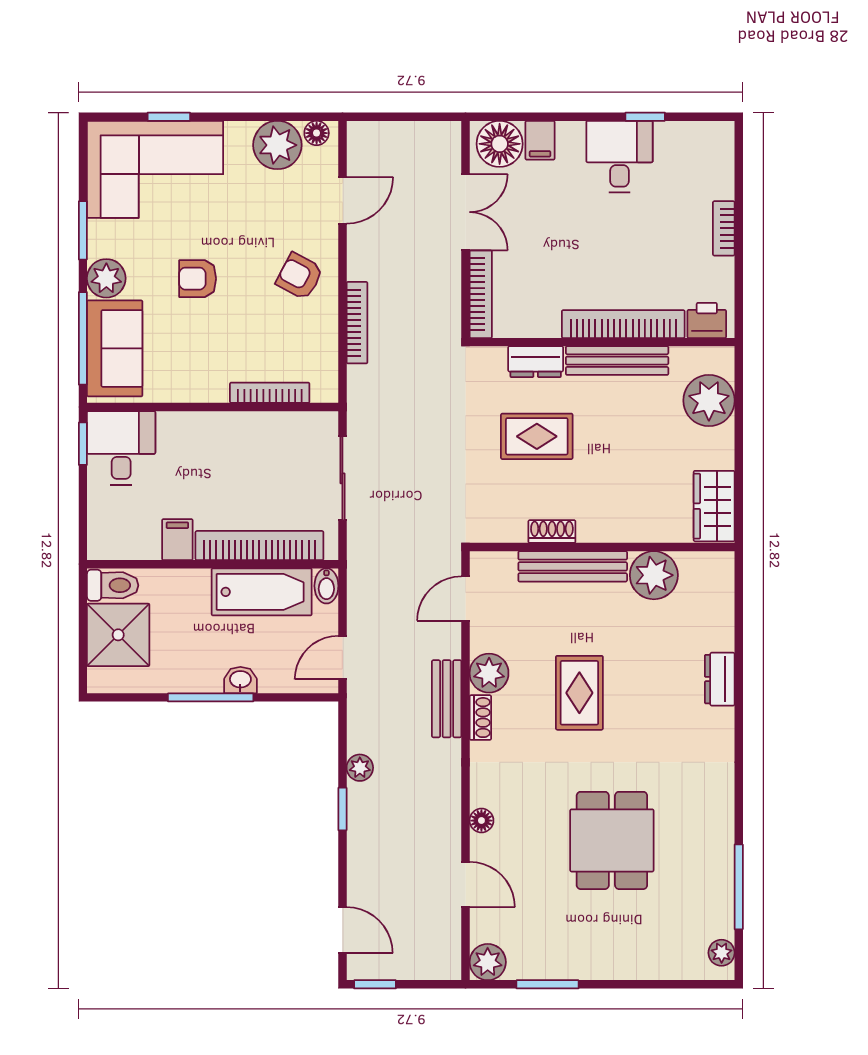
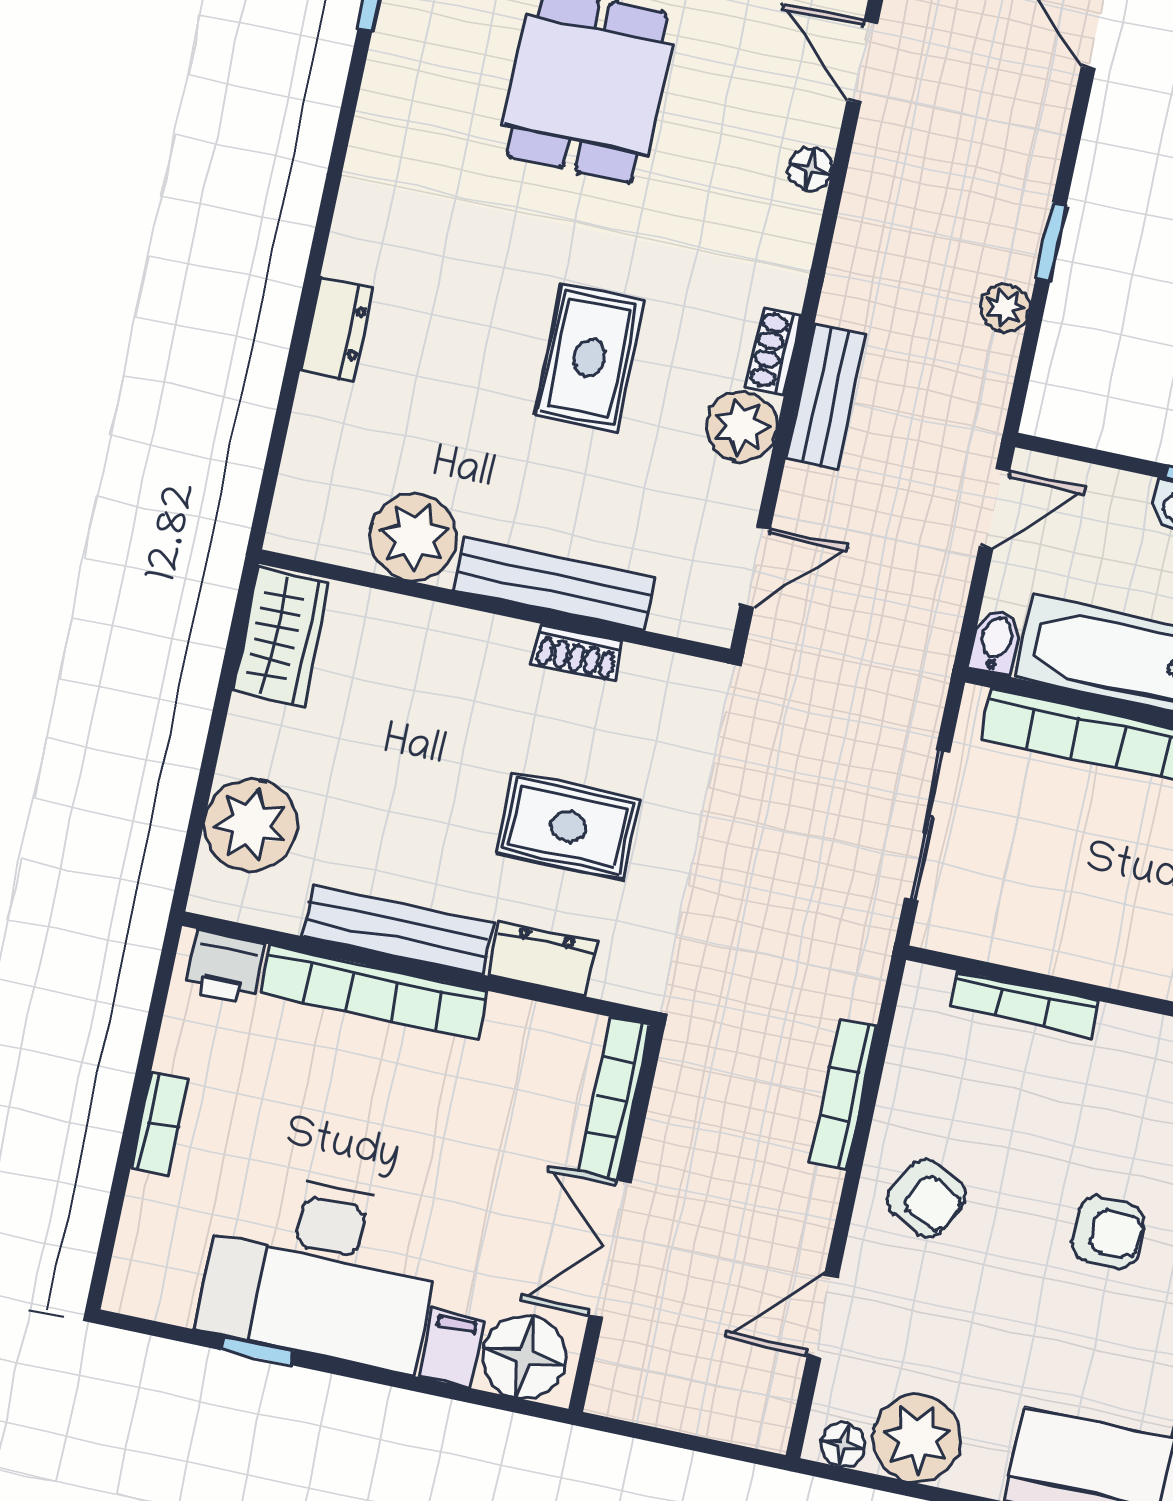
desk: (620, 157) -> (321, 1271), width x1.87, depth x1.30

